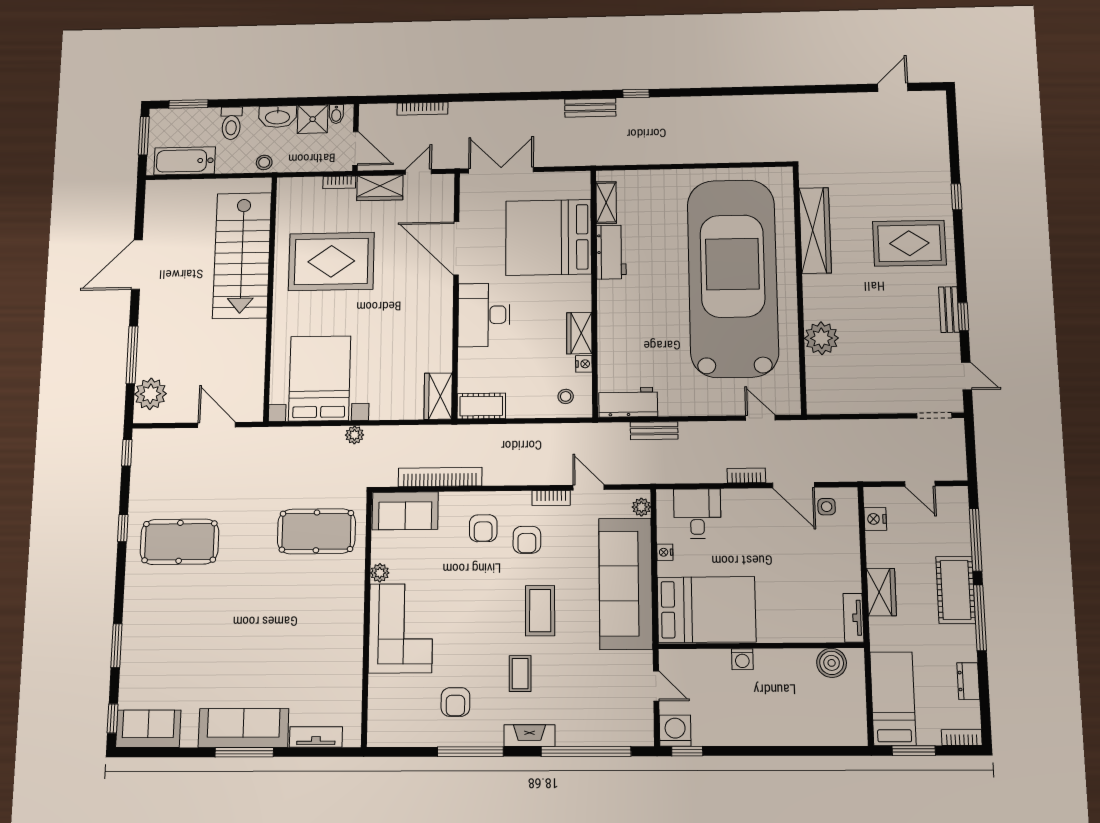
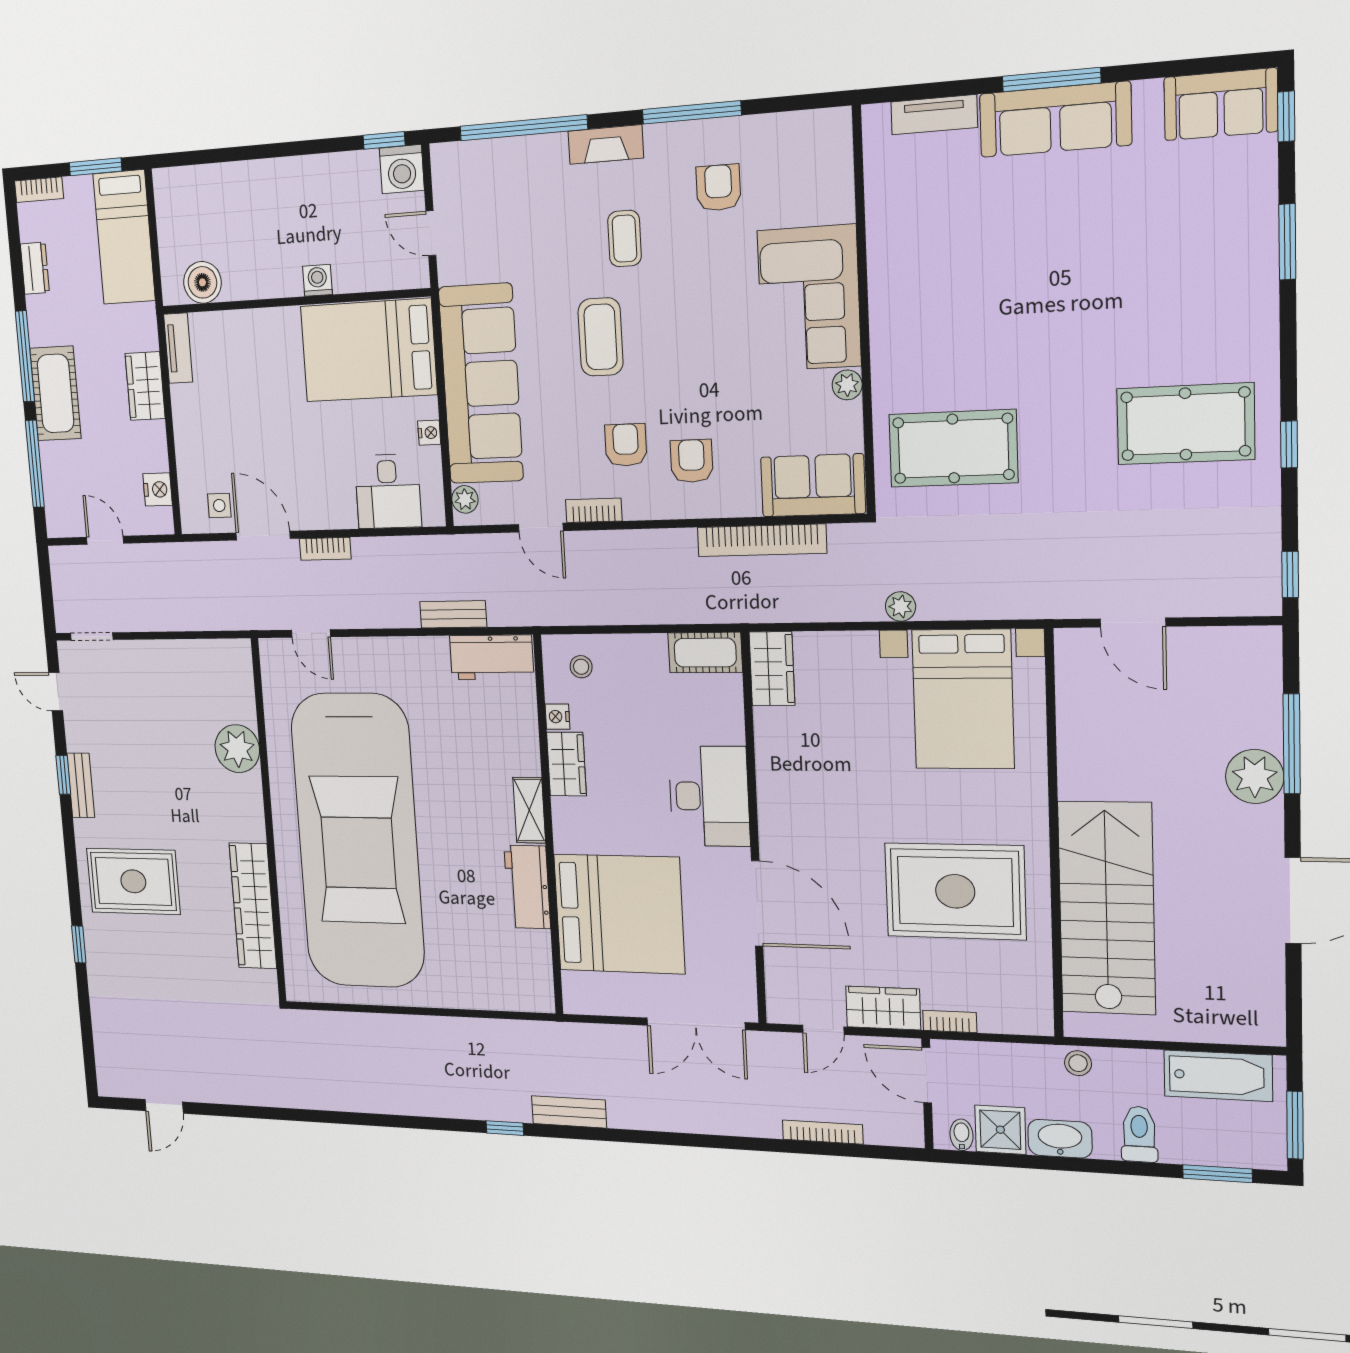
shelving: (606, 203) -> (529, 810), moved
plant: (151, 394) -> (1255, 776), moved

